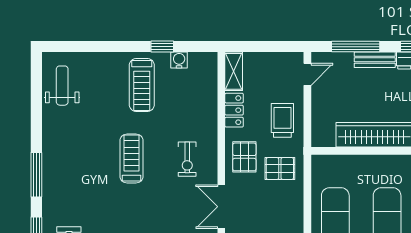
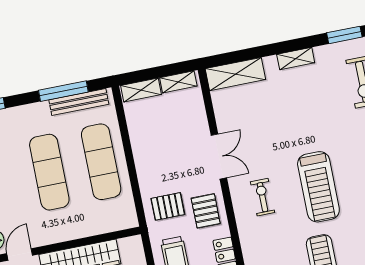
treadmill: (132, 158) -> (318, 187), width x1.37, depth x1.38

